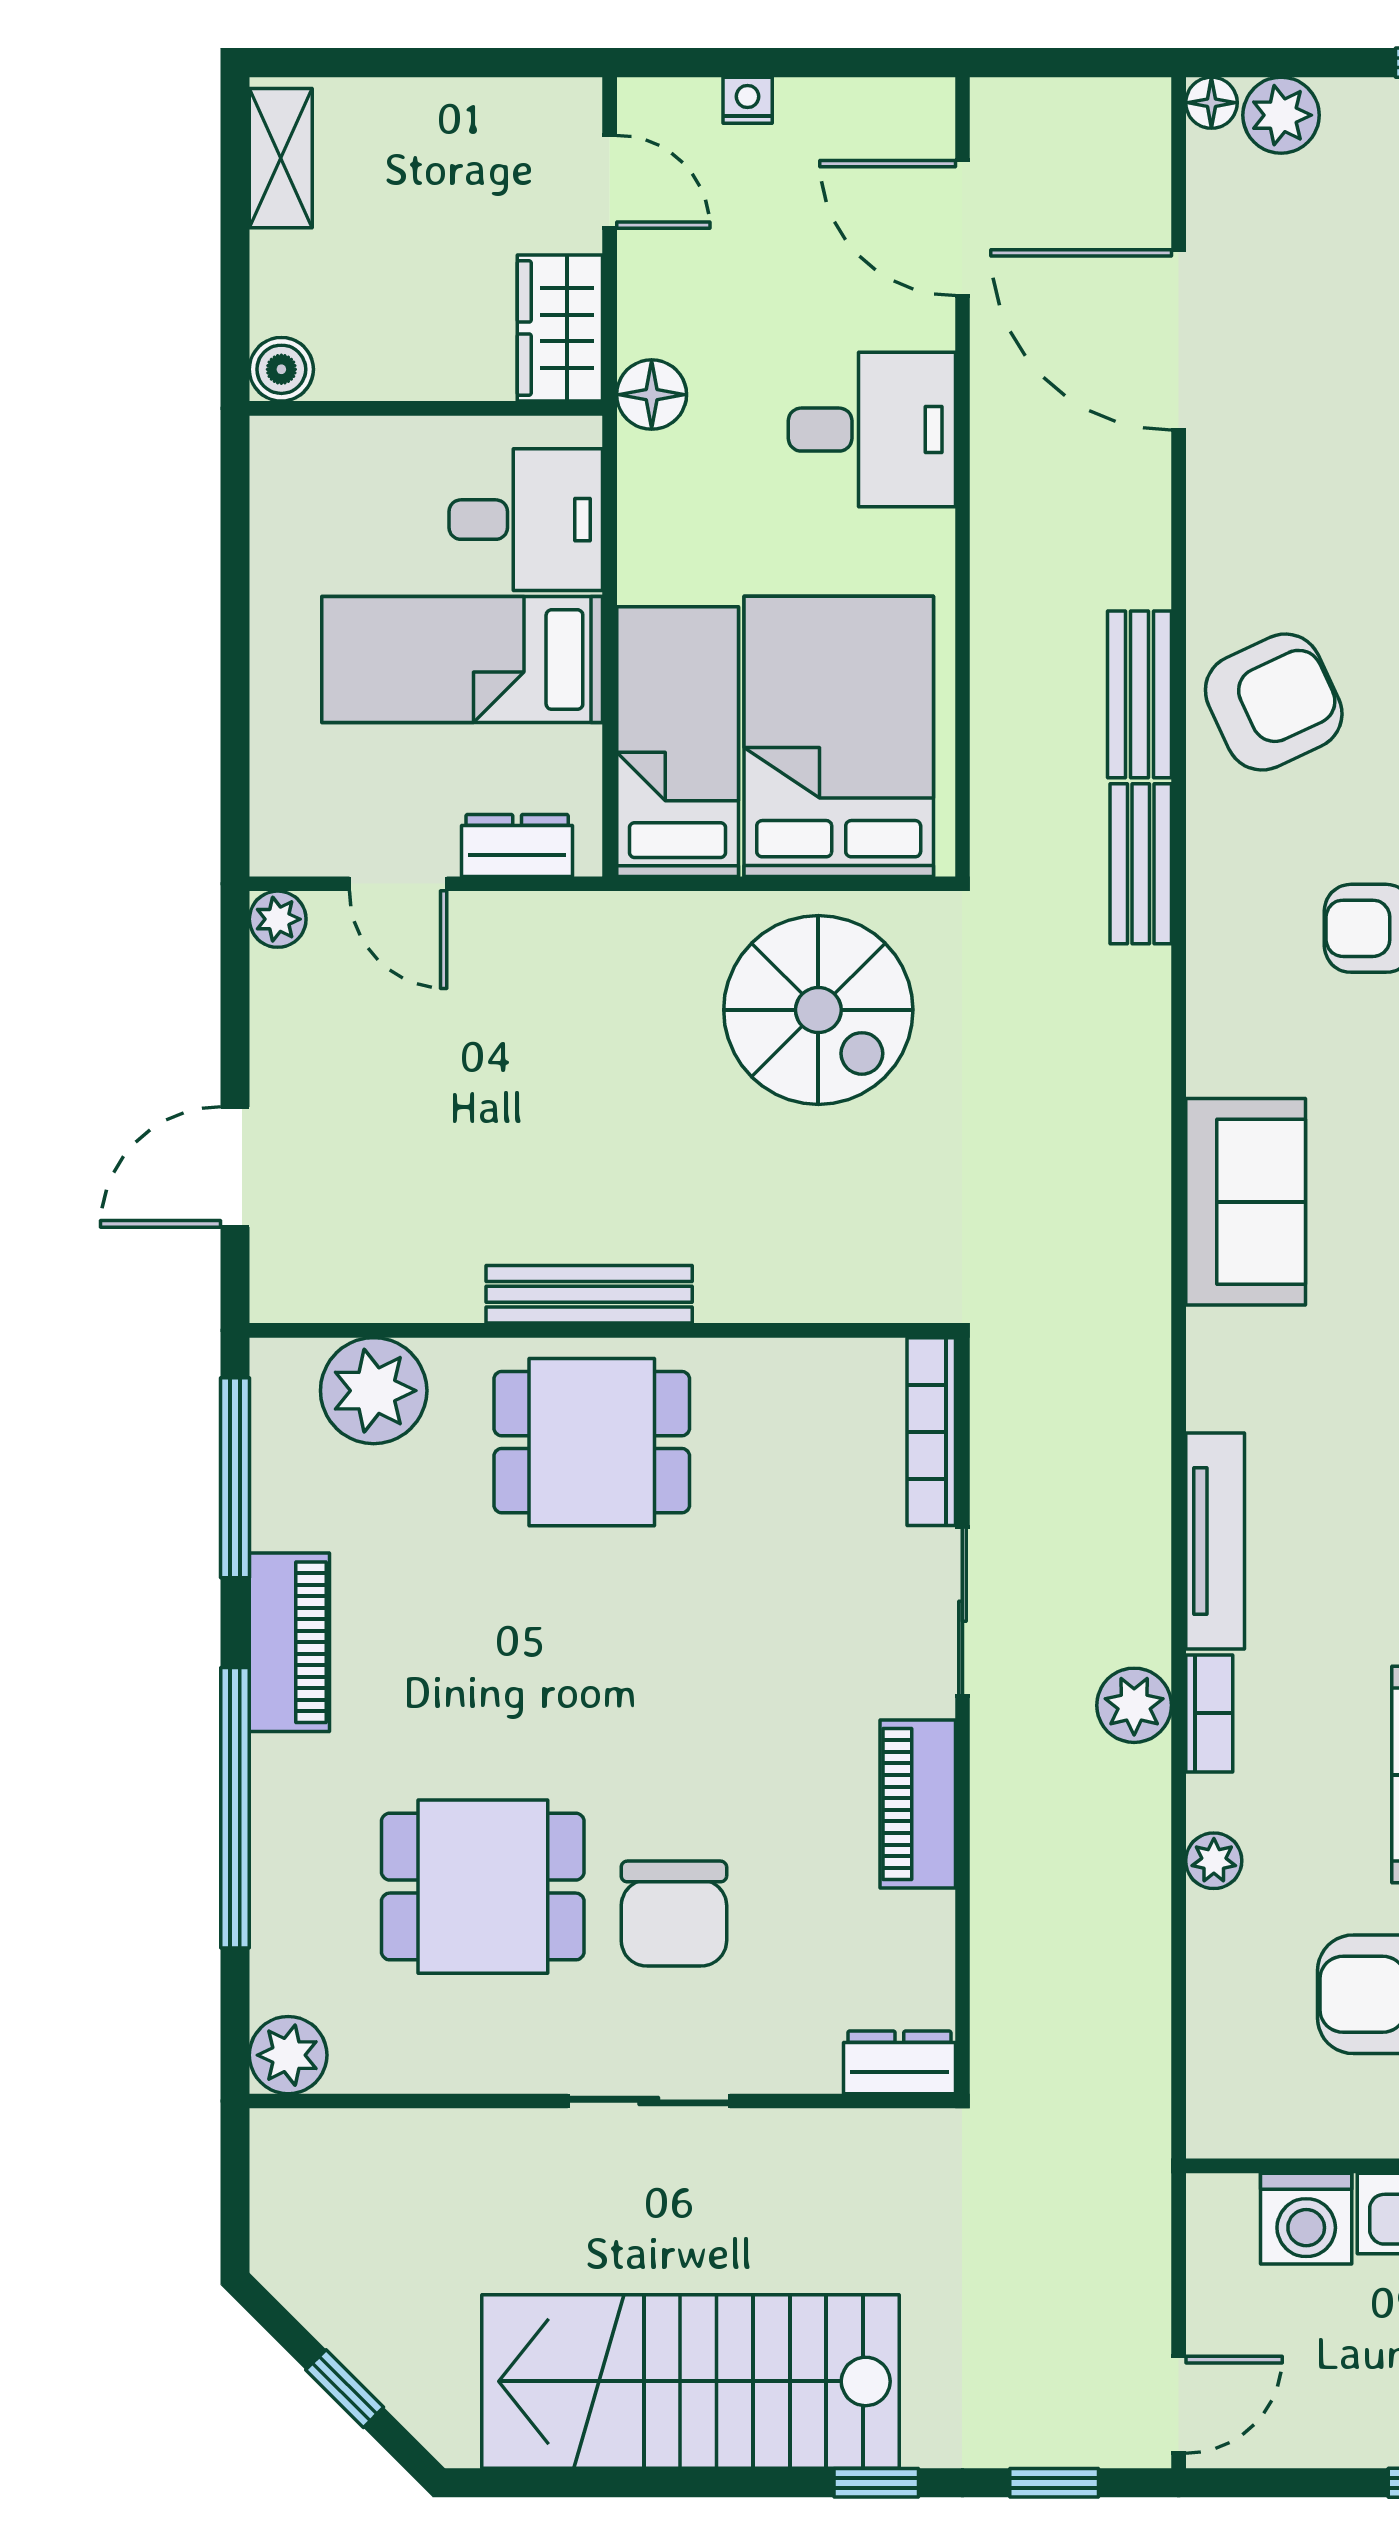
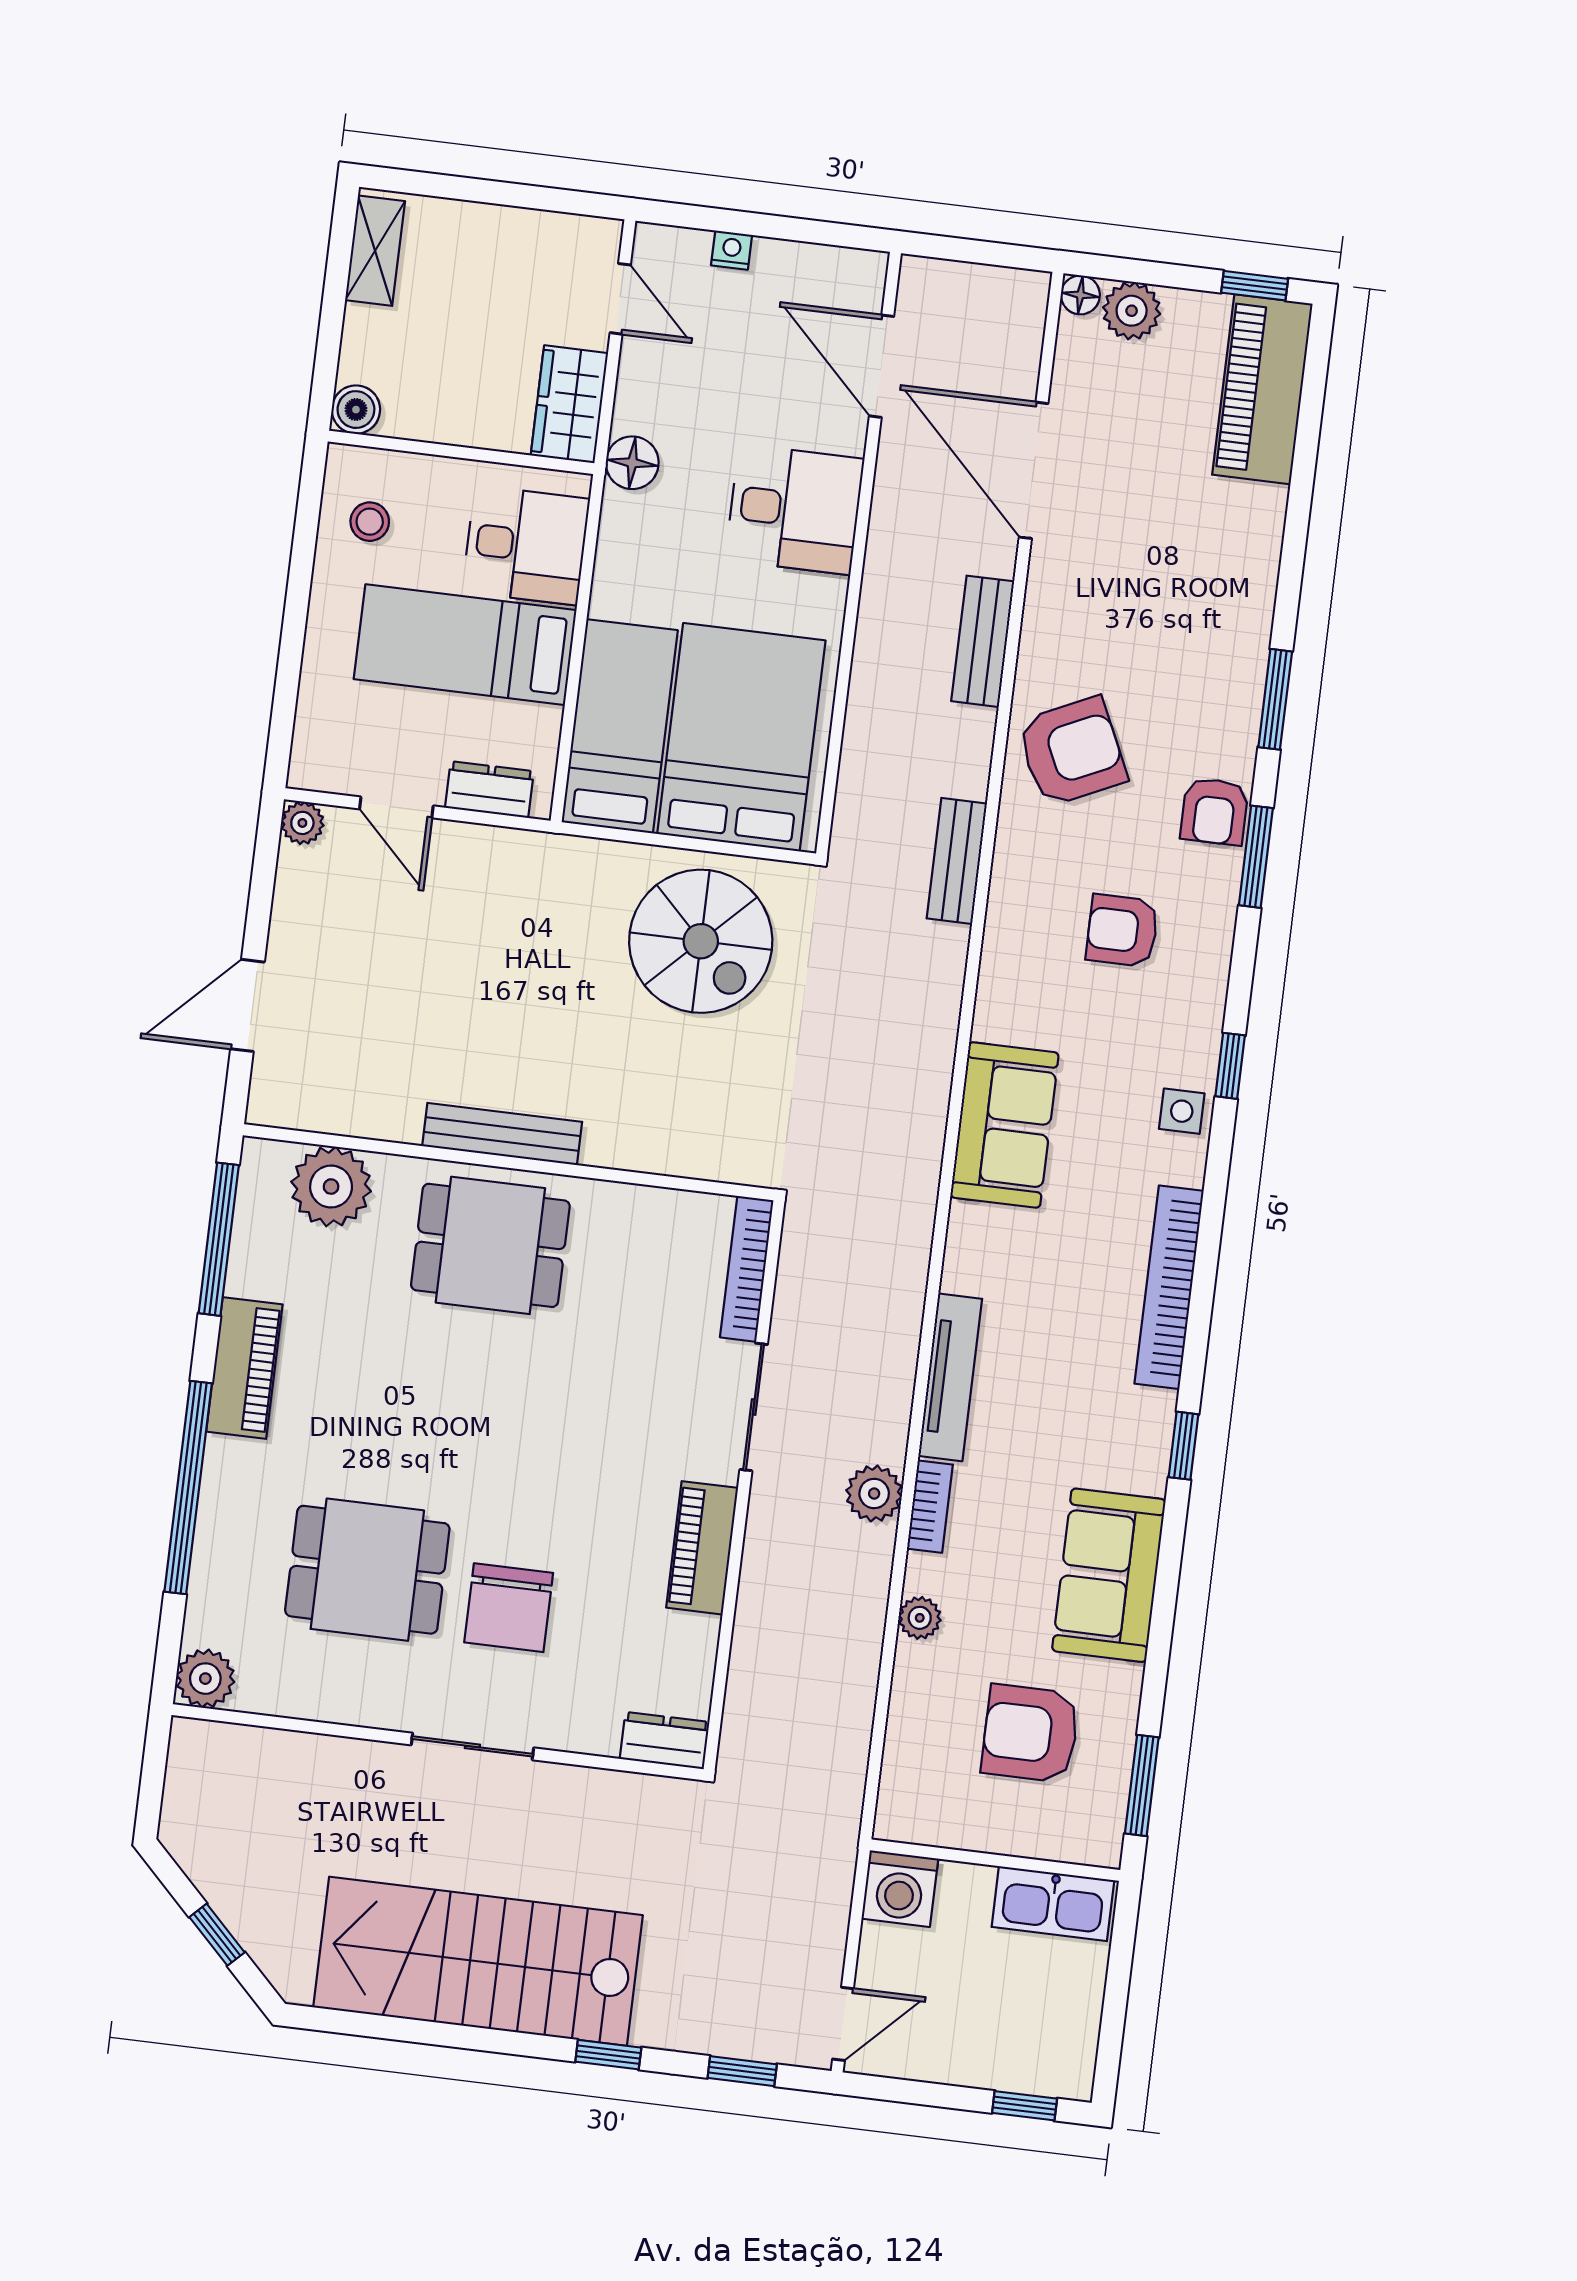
stool: (317, 514) -> (370, 522), added
bench: (1139, 694) -> (983, 641), moved
washing machine: (1306, 2219) -> (900, 1889), moved

